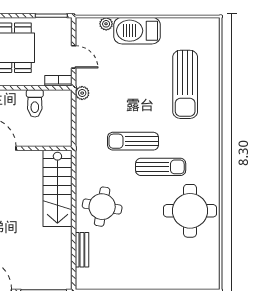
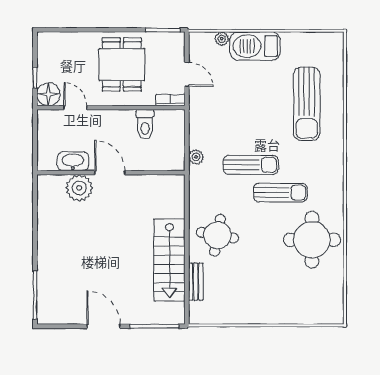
plant: (82, 93) -> (196, 157), moved
sun lounger: (133, 141) -> (251, 165), turned 180
stairs: (57, 188) -> (169, 260), moved

